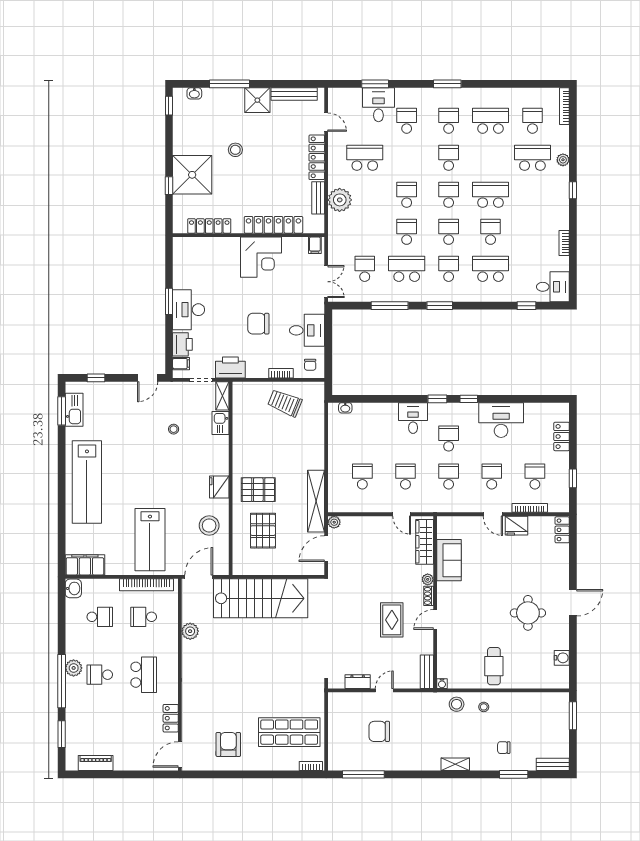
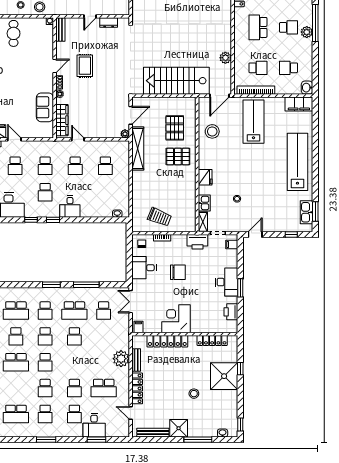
school desk: (407, 195) -> (74, 388), moved
printer: (182, 344) -> (231, 312), moved
fridge: (219, 487) -> (205, 177), moved

